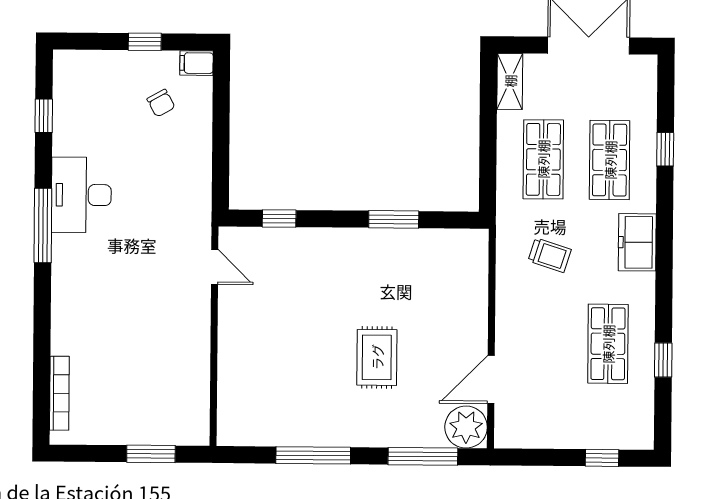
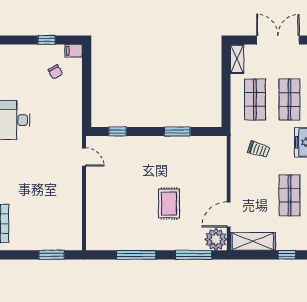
shelving: (537, 432) -> (253, 241), added

